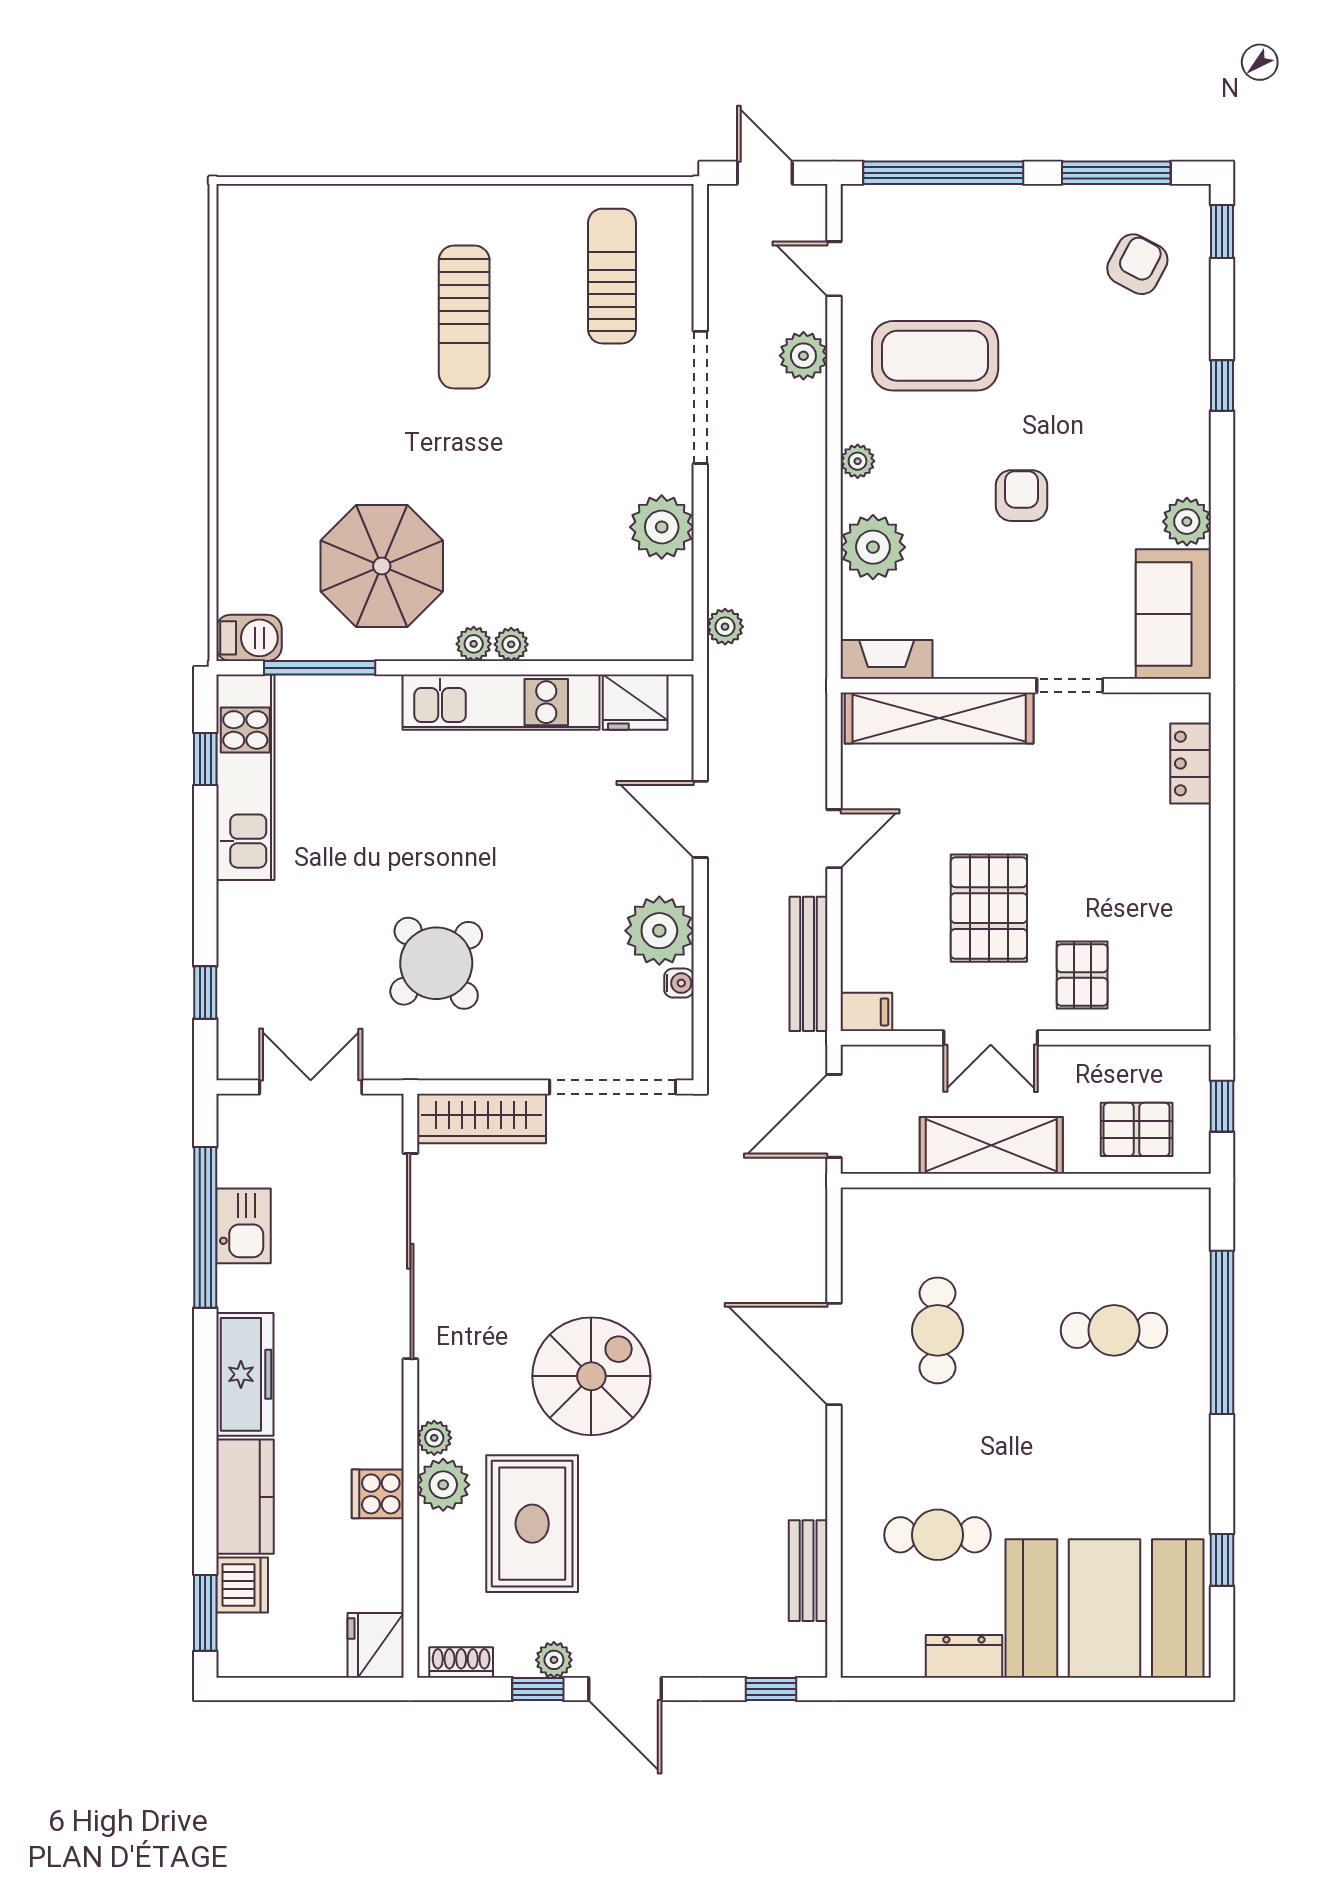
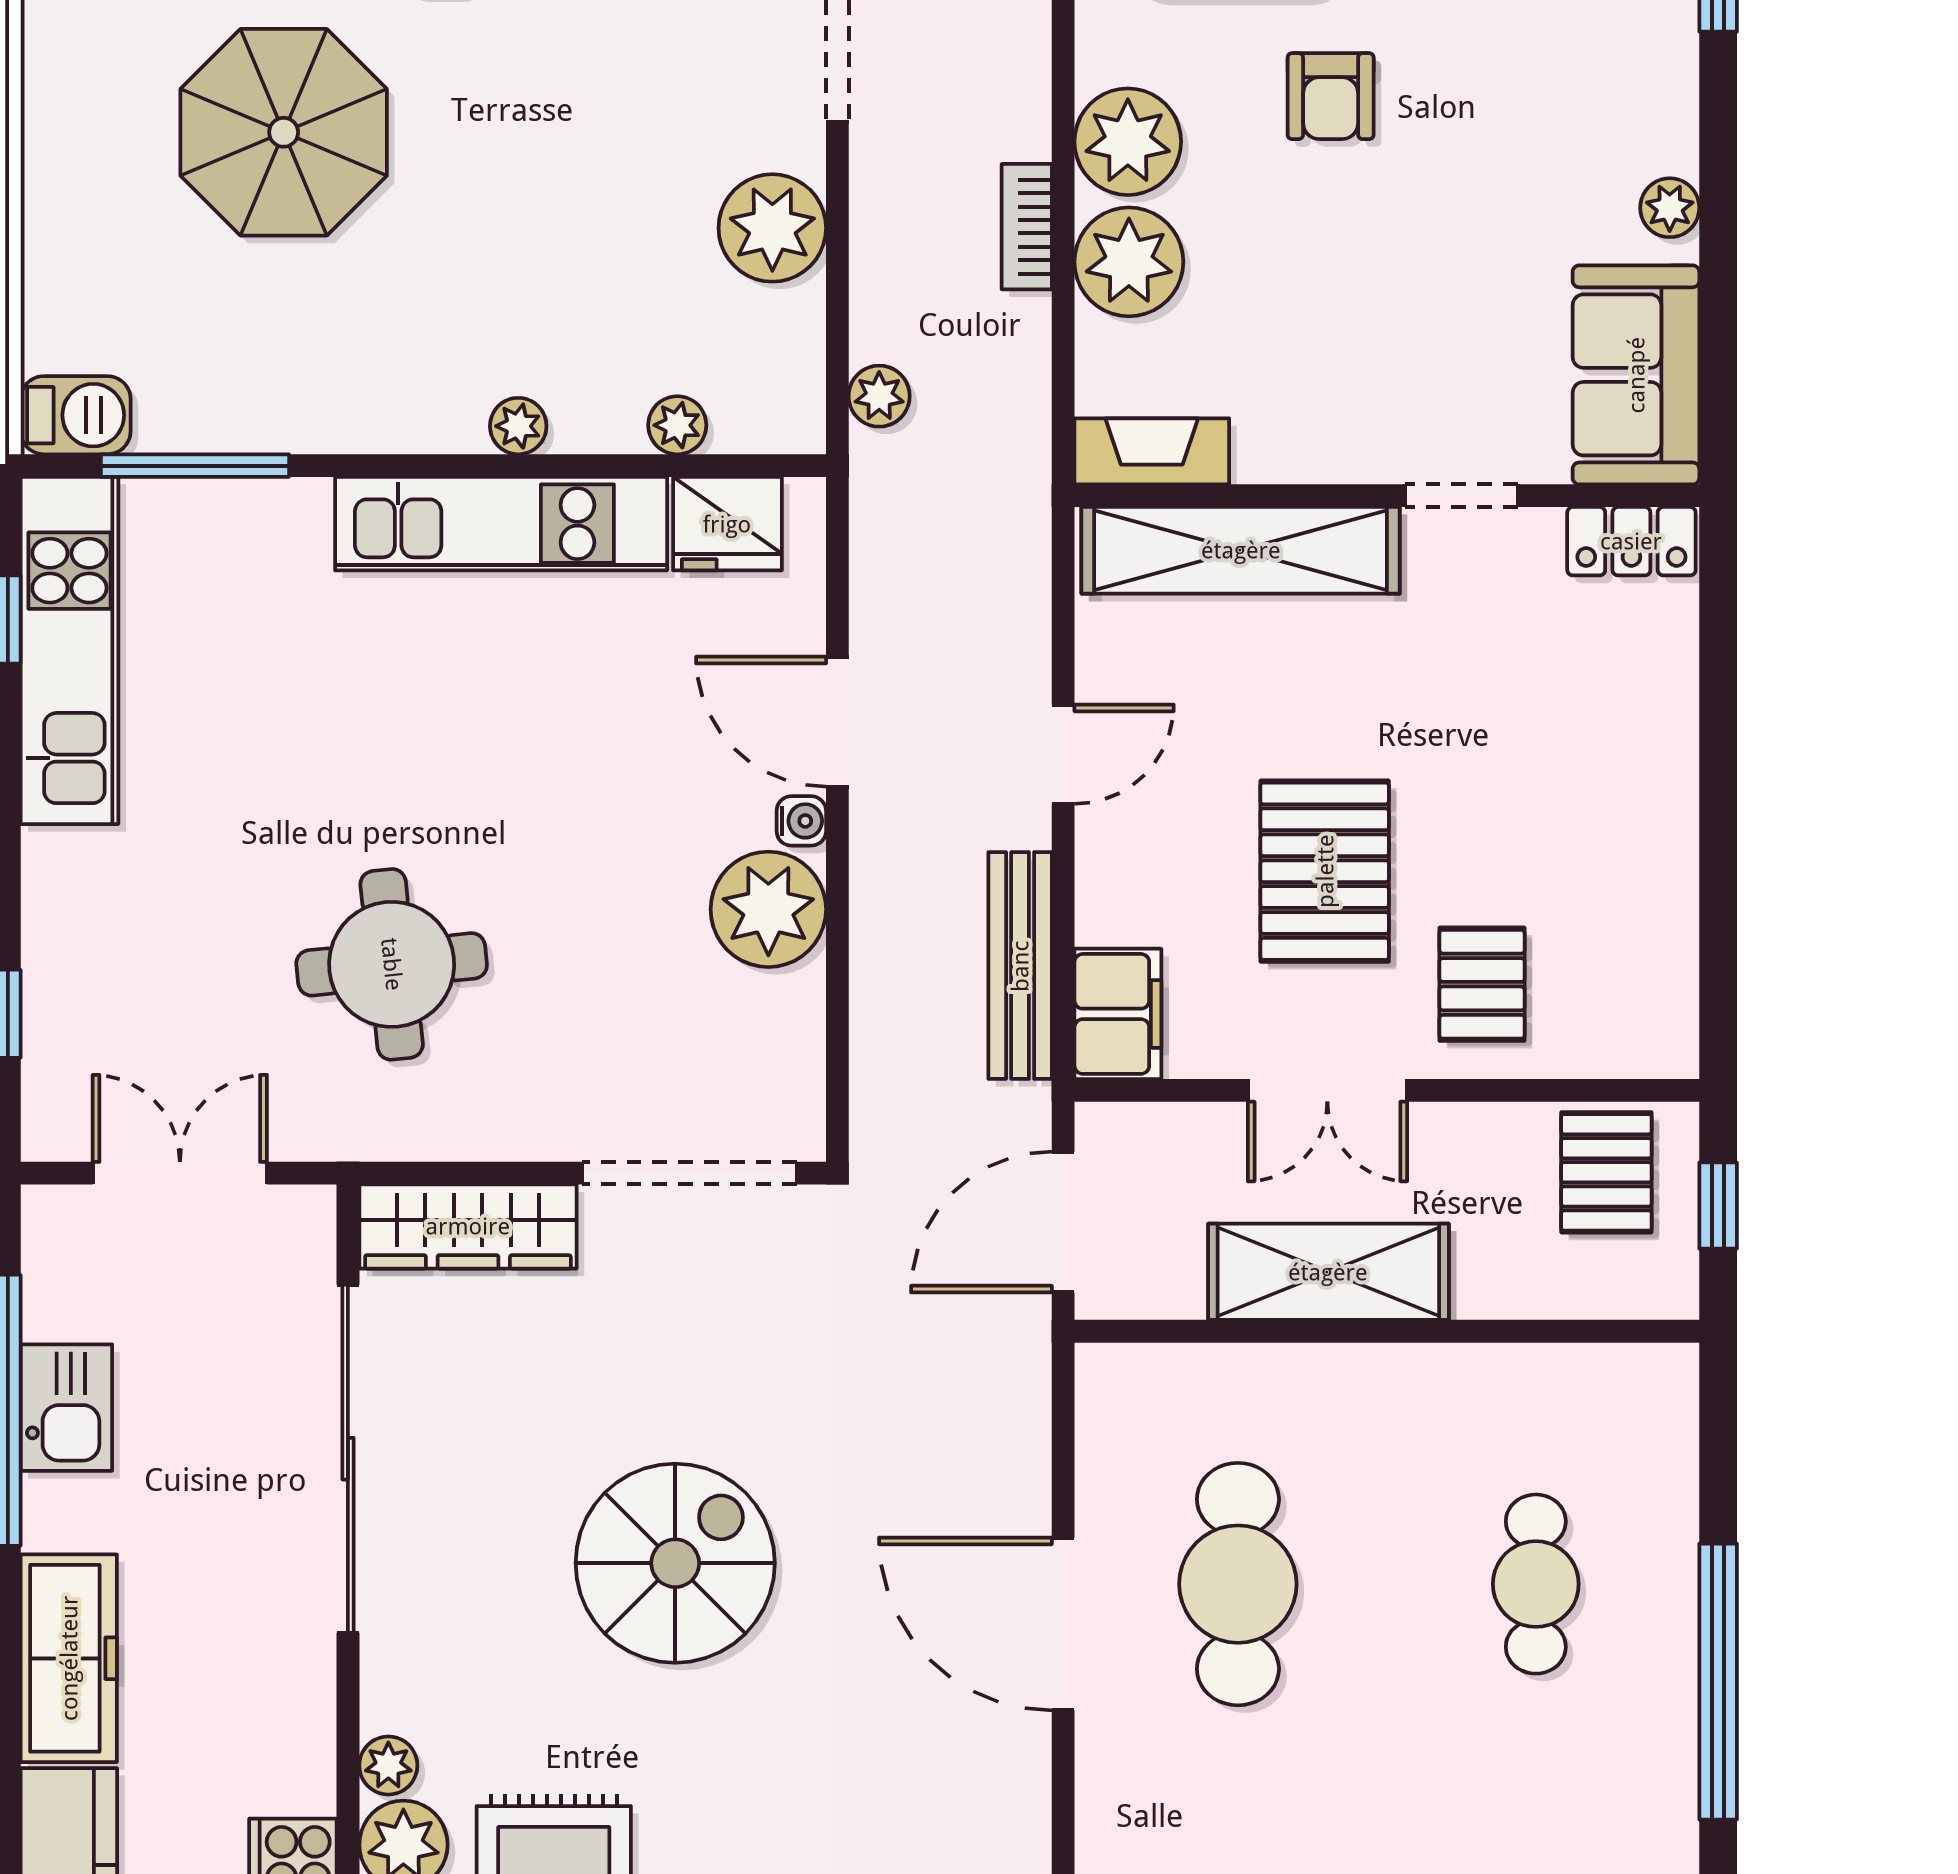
plant: (858, 461) -> (1128, 142), width x1.88, depth x1.88
armchair: (1022, 496) -> (1331, 96), moved, turned 180
plant: (1187, 522) -> (1670, 208), width x0.73, depth x0.73
bookcase: (812, 526) -> (1027, 227), added
parasol: (382, 566) -> (284, 132), moved
plant: (474, 644) -> (677, 425), moved
locker: (1191, 764) -> (1631, 541), moved, turned -90
round table: (436, 963) -> (392, 964), turned 35
water cooler: (679, 983) -> (801, 821), moved
filing cabinet: (866, 1012) -> (1118, 1014), width x2.00
pallet: (1137, 1129) -> (1606, 1172), moved, turned 90
cafe table: (938, 1330) -> (1238, 1584), width x1.37, depth x1.35
cafe table: (1114, 1330) -> (1536, 1584), turned 90
window: (1222, 1332) -> (1718, 1682), moved
spiral stairs: (591, 1376) -> (675, 1563), moved

